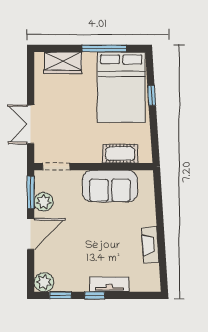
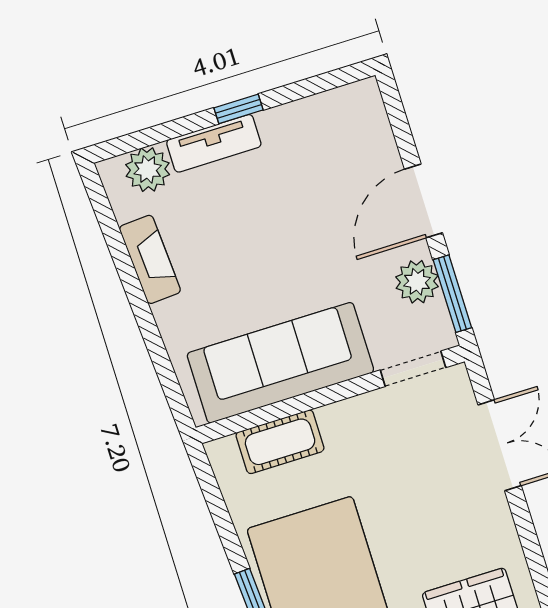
sofa: (110, 186) -> (280, 363), width x1.36
plant: (44, 282) -> (148, 170), moved
window: (60, 295) -> (315, 85), removed

